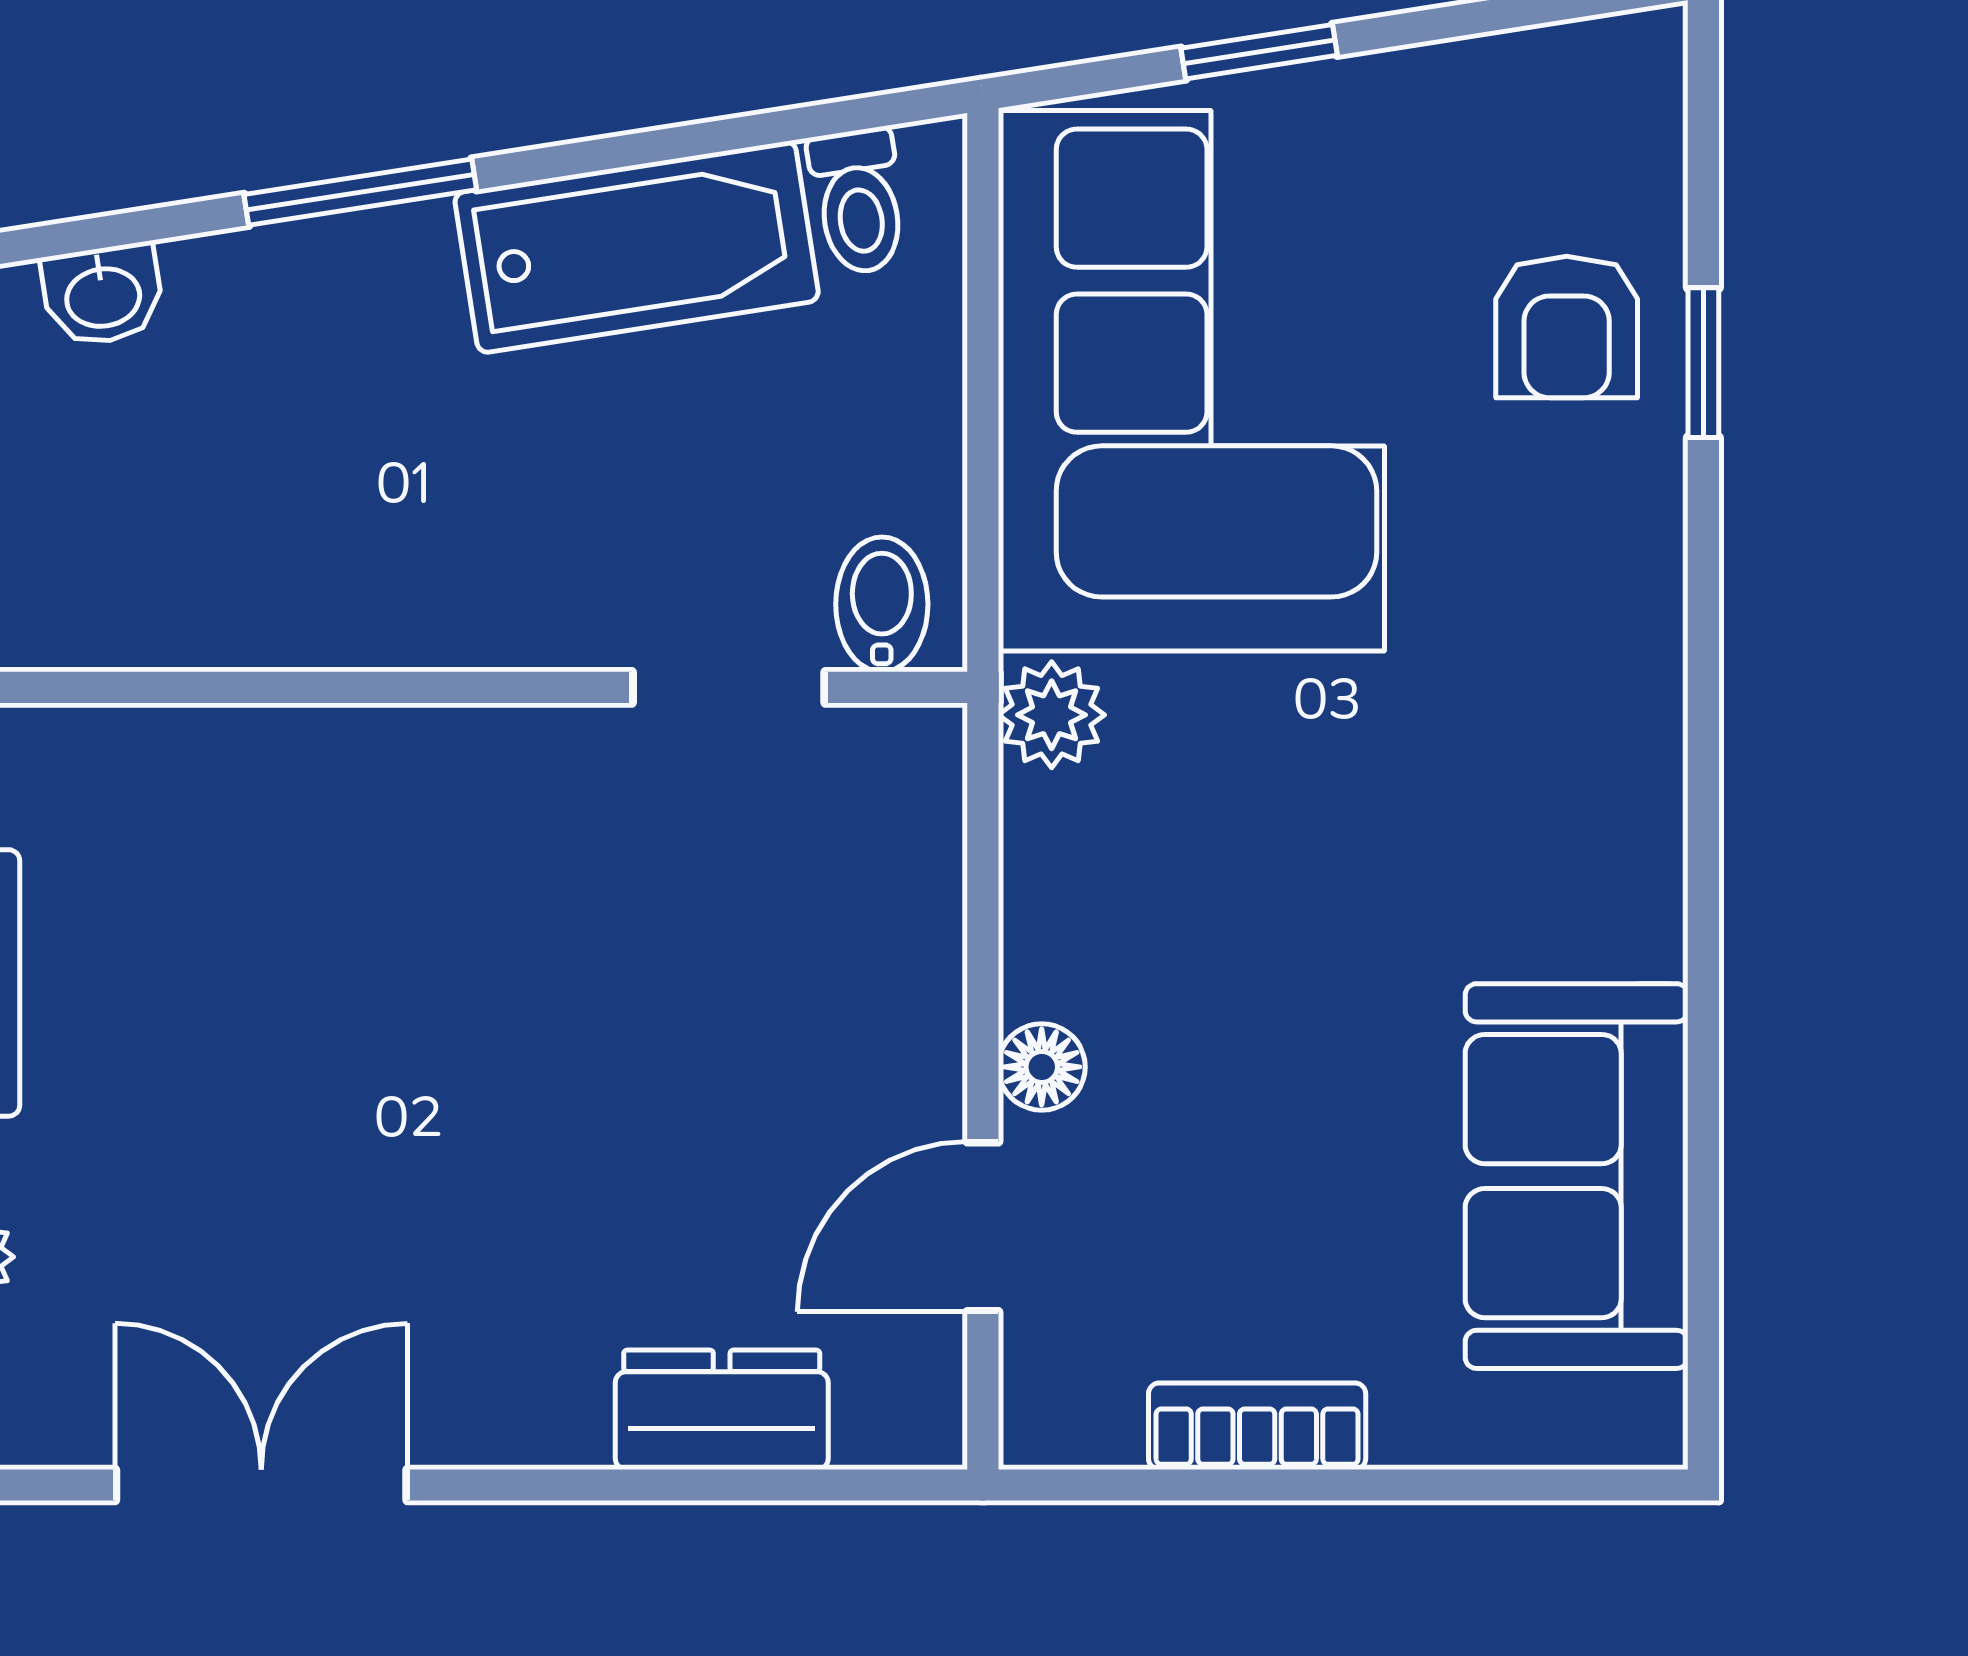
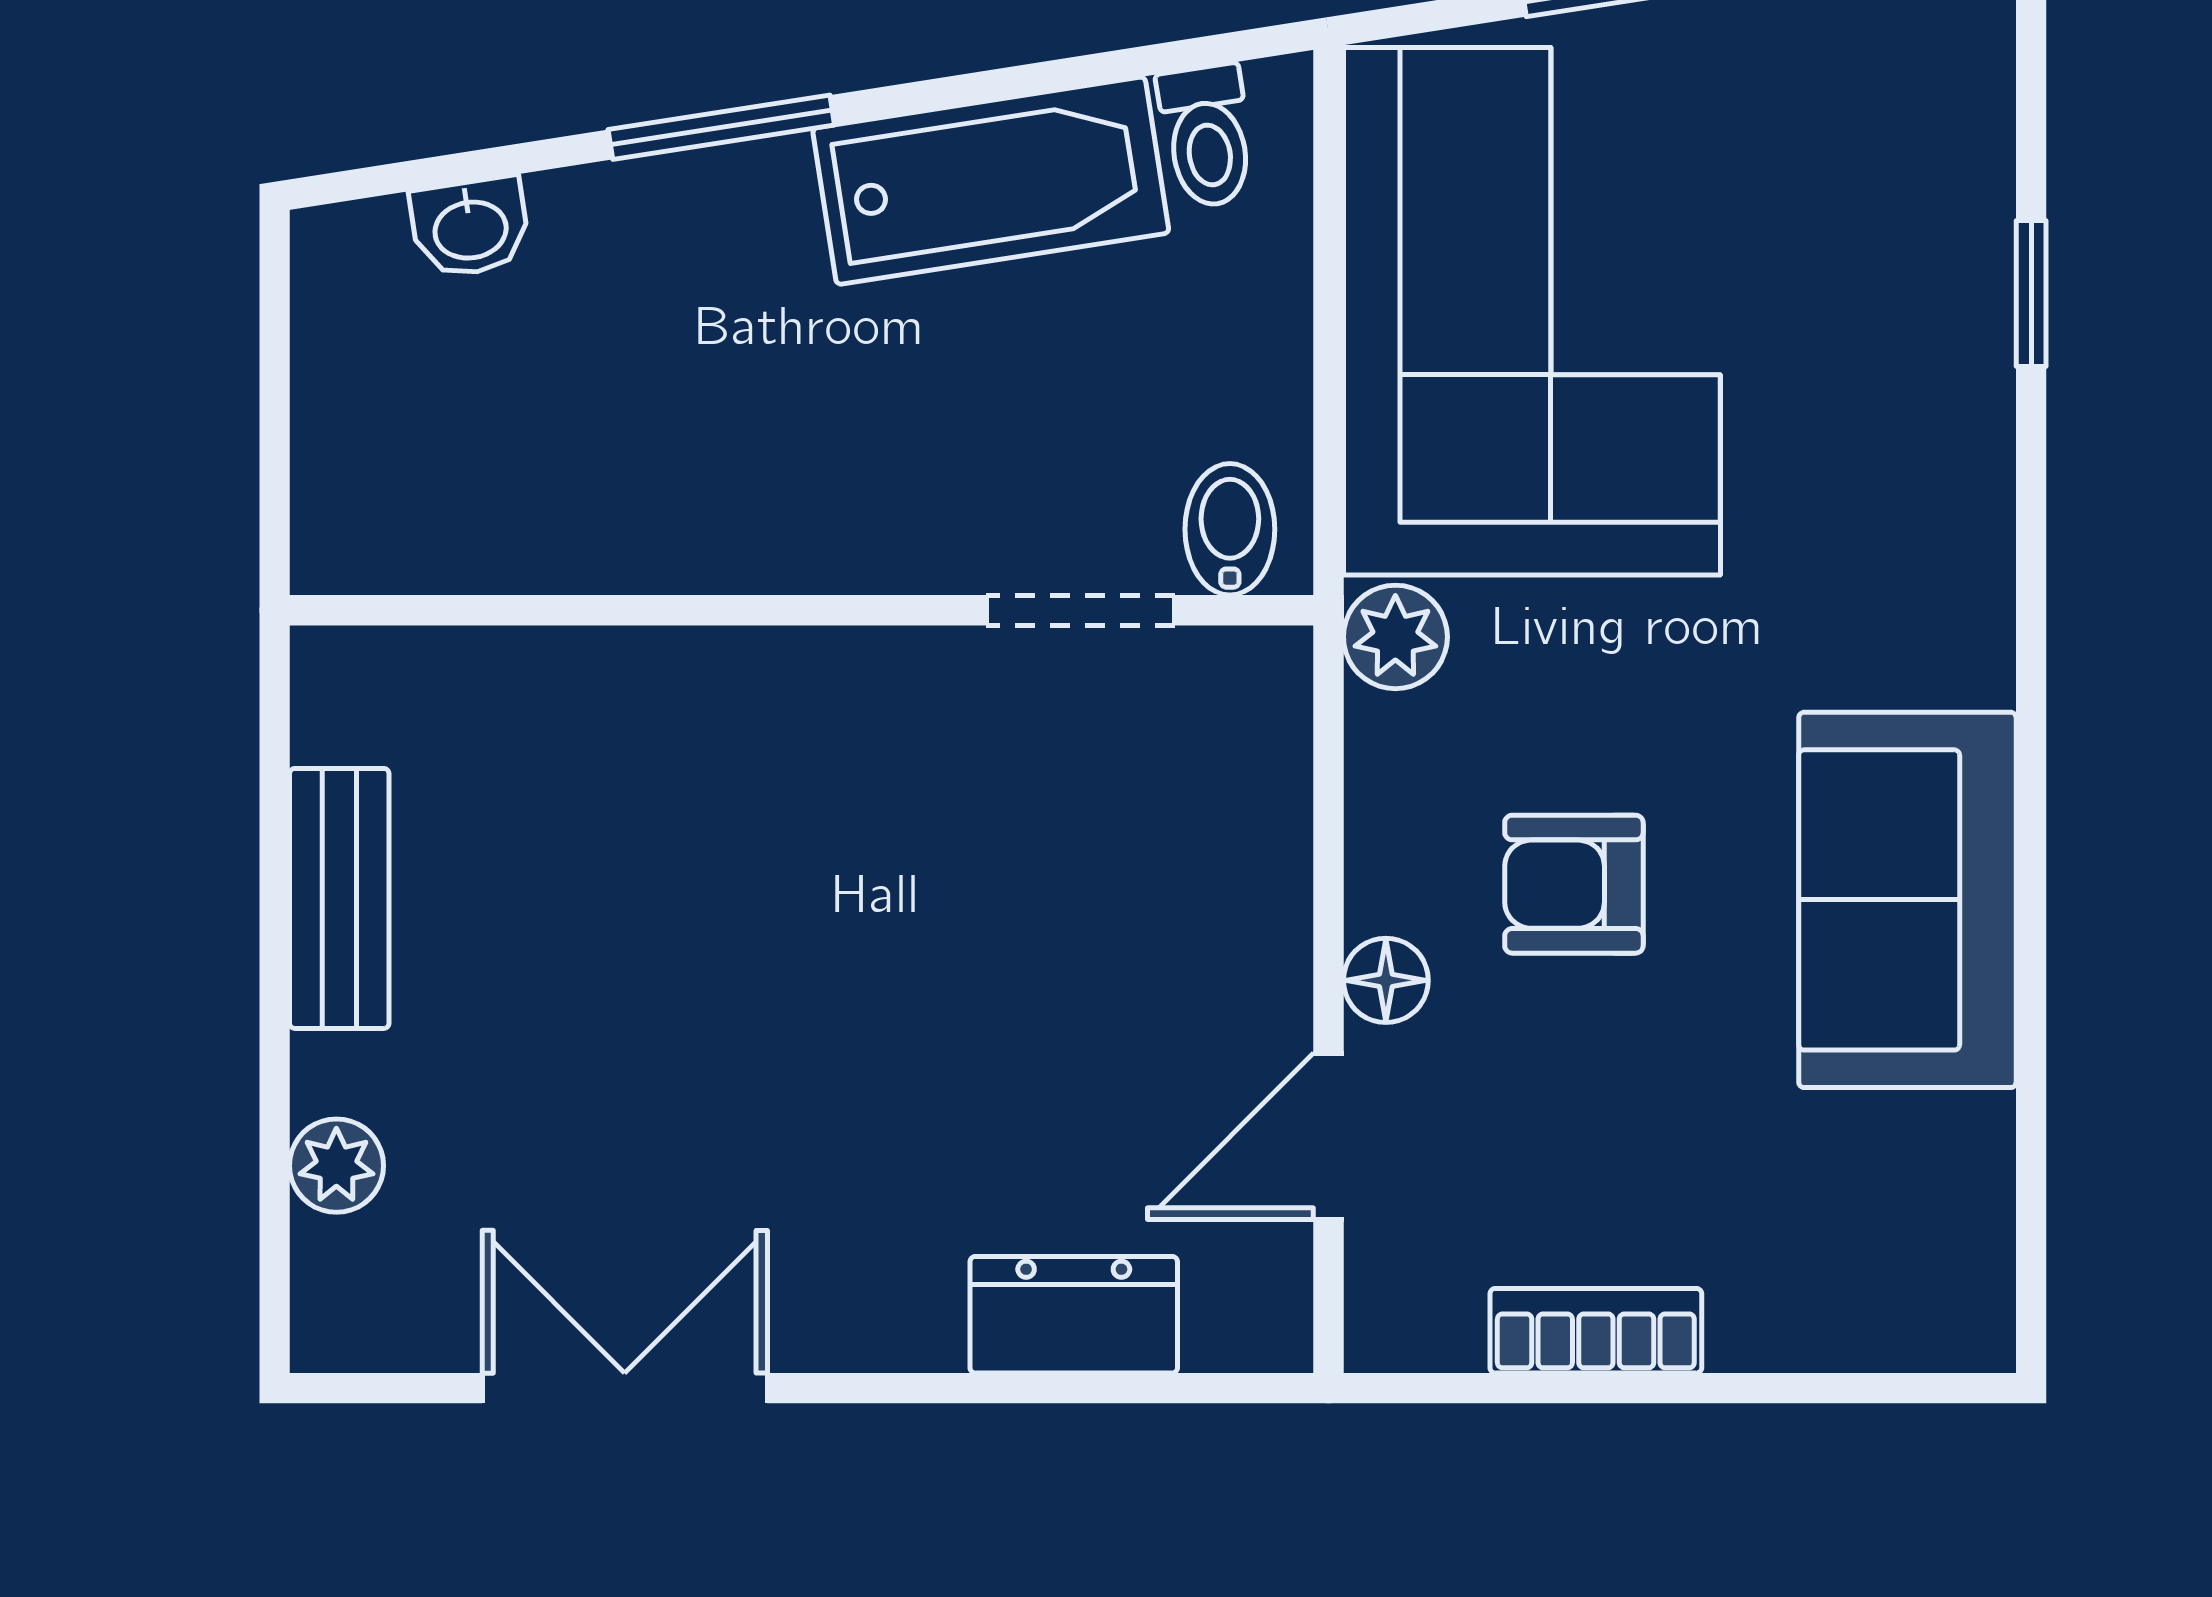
armchair: (1567, 327) -> (1574, 884), moved, turned 90
sofa: (1577, 1176) -> (1907, 900), moved

